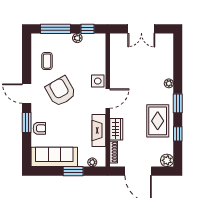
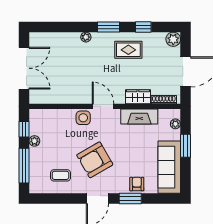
double door: (141, 29) -> (24, 68), width x1.37
rug: (158, 121) -> (128, 50), width x0.73, depth x0.70

